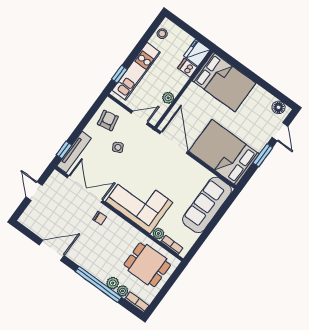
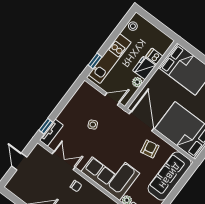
fridge: (197, 53) -> (144, 68), moved
armchair: (108, 120) -> (150, 149), moved
tv unit: (74, 152) -> (51, 133), width x0.71
double door: (85, 189) -> (64, 160), width x0.73

